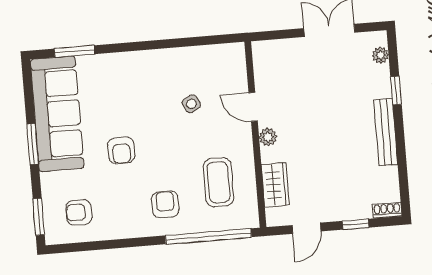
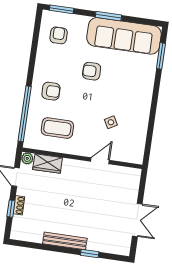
plant: (381, 55) -> (114, 249), removed
plant: (268, 137) -> (27, 158), moved
shoe rack: (387, 210) -> (19, 205), moved

